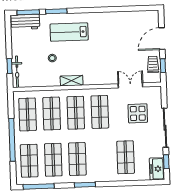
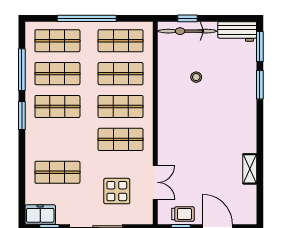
workbench: (25, 22) -> (237, 31), moved, turned -90
lab bench: (69, 32) -> (231, 101), removed
bicycle: (17, 72) -> (187, 31), width x1.37, depth x1.40
shelving: (72, 81) -> (250, 169), moved
window: (39, 186) -> (22, 70), moved

